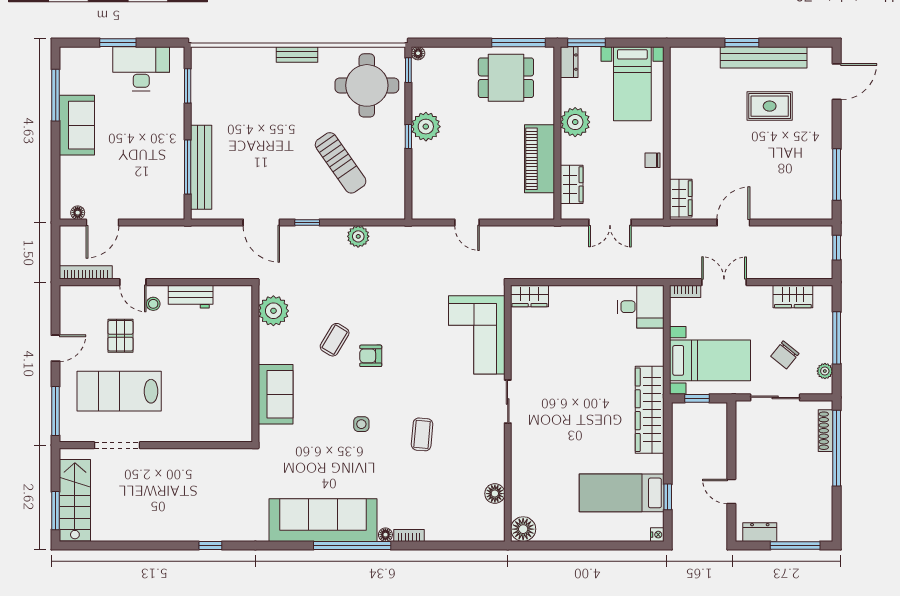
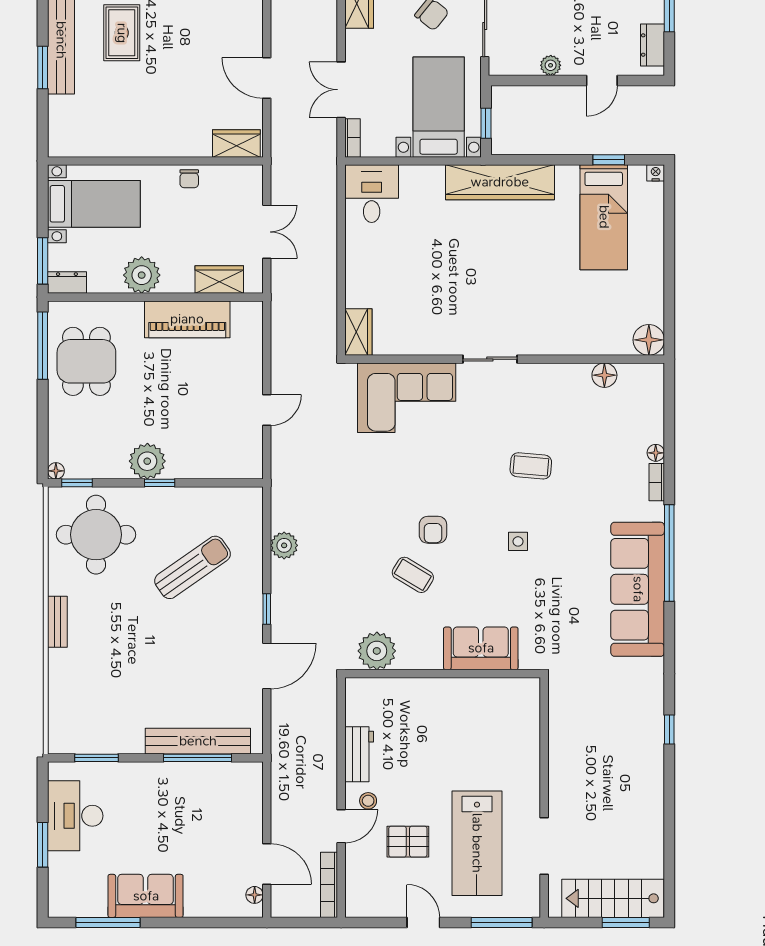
plant: (744, 450) -> (551, 65), added
floor lamp: (385, 535) -> (656, 453), moved

